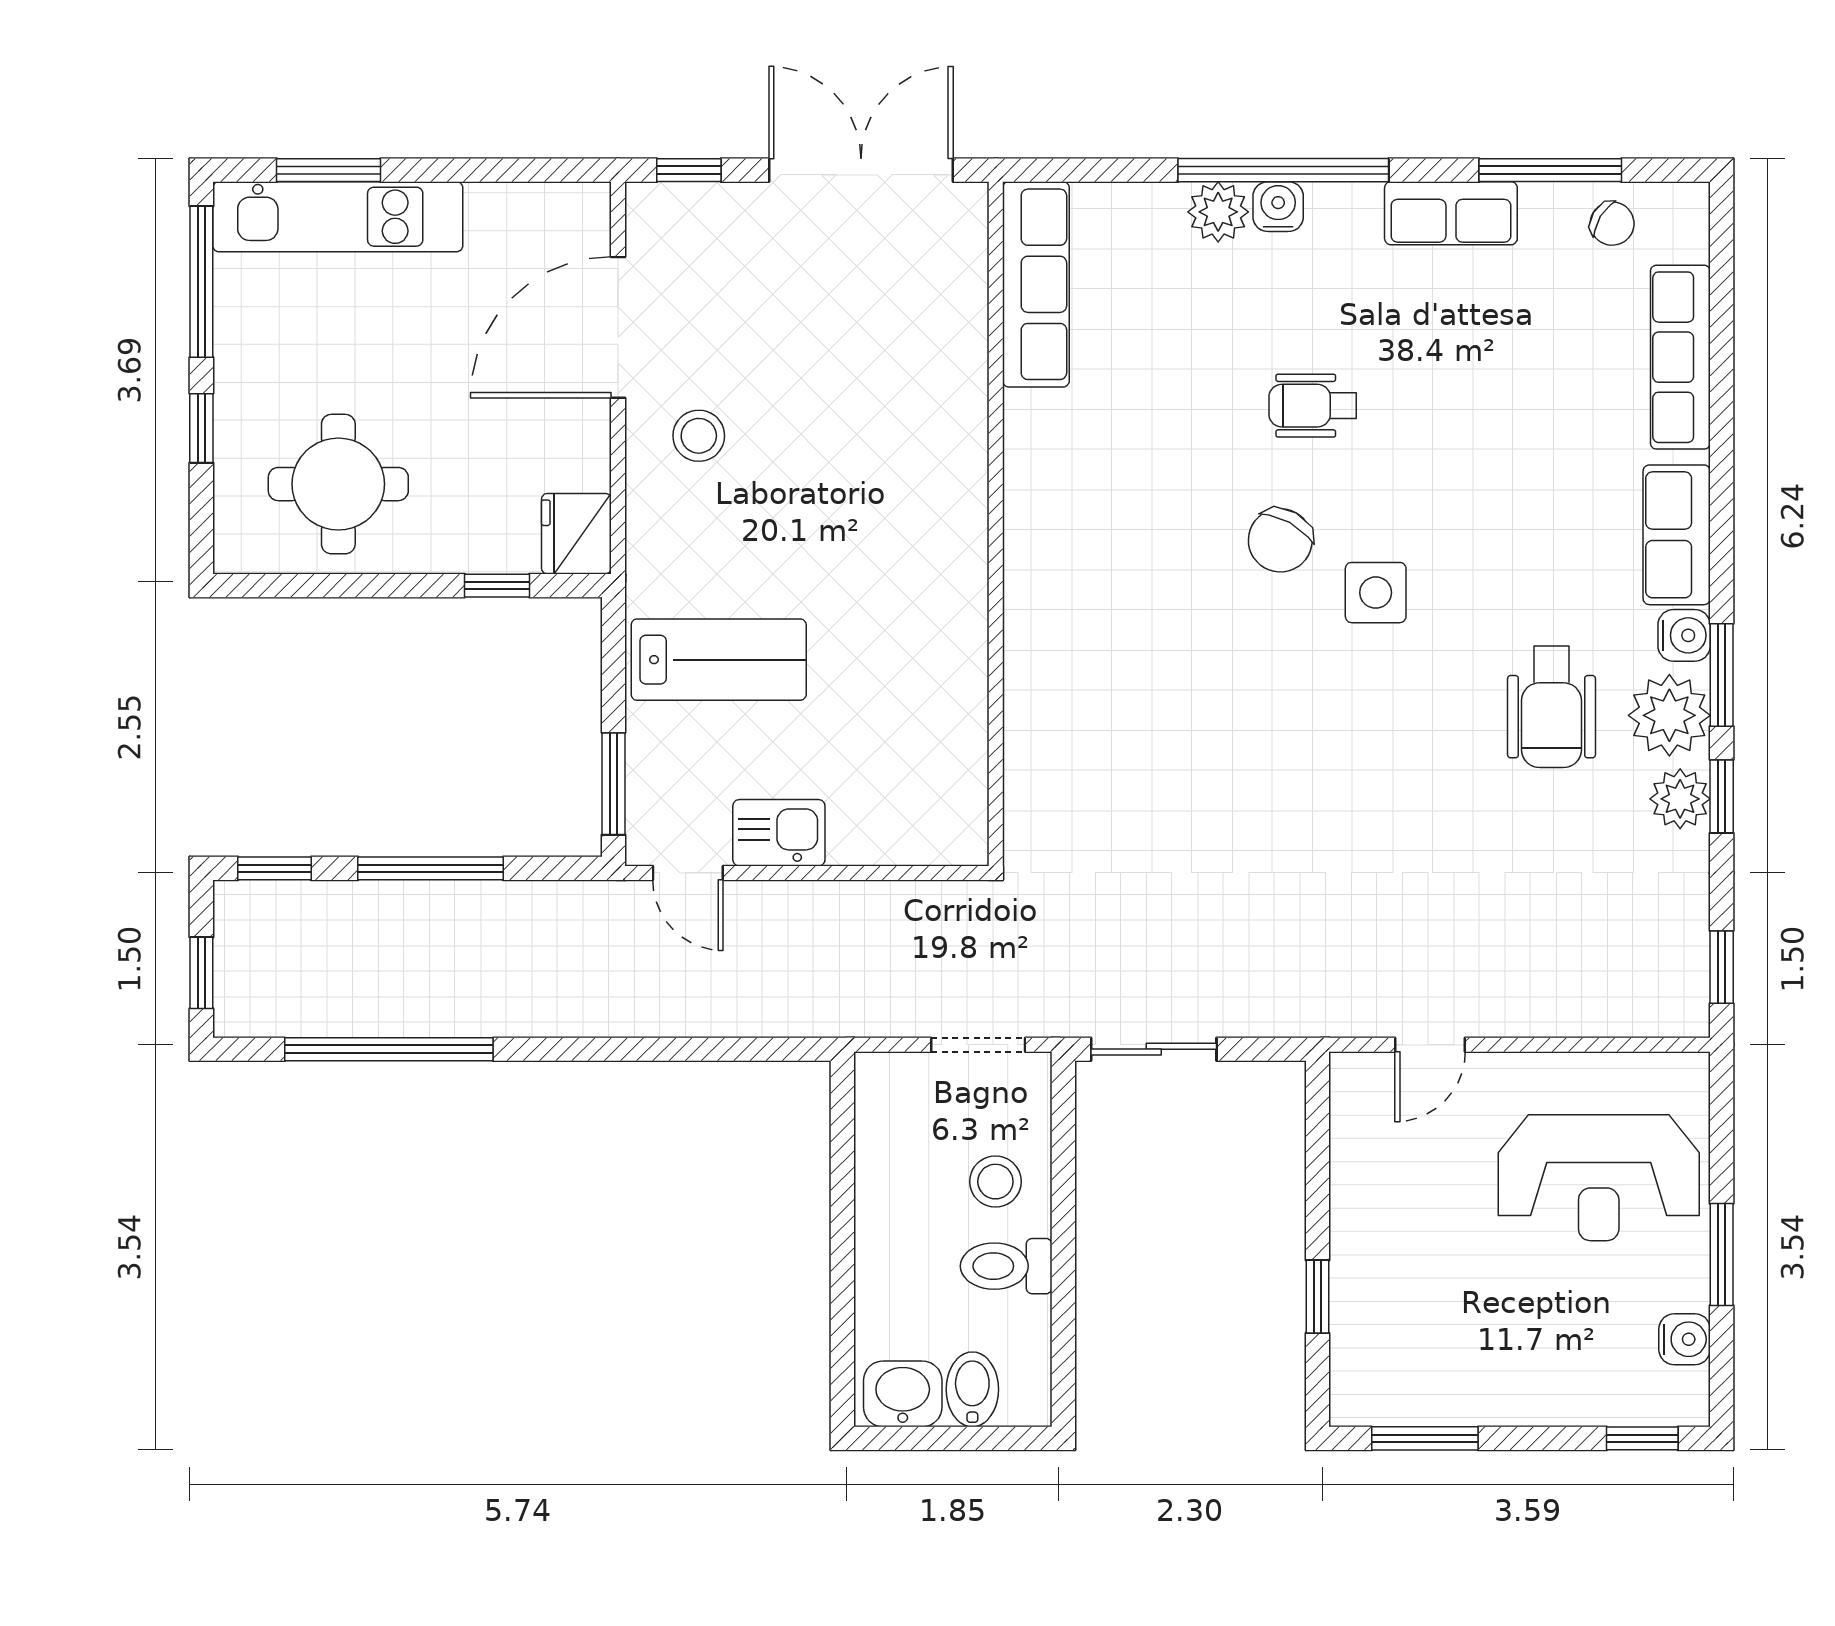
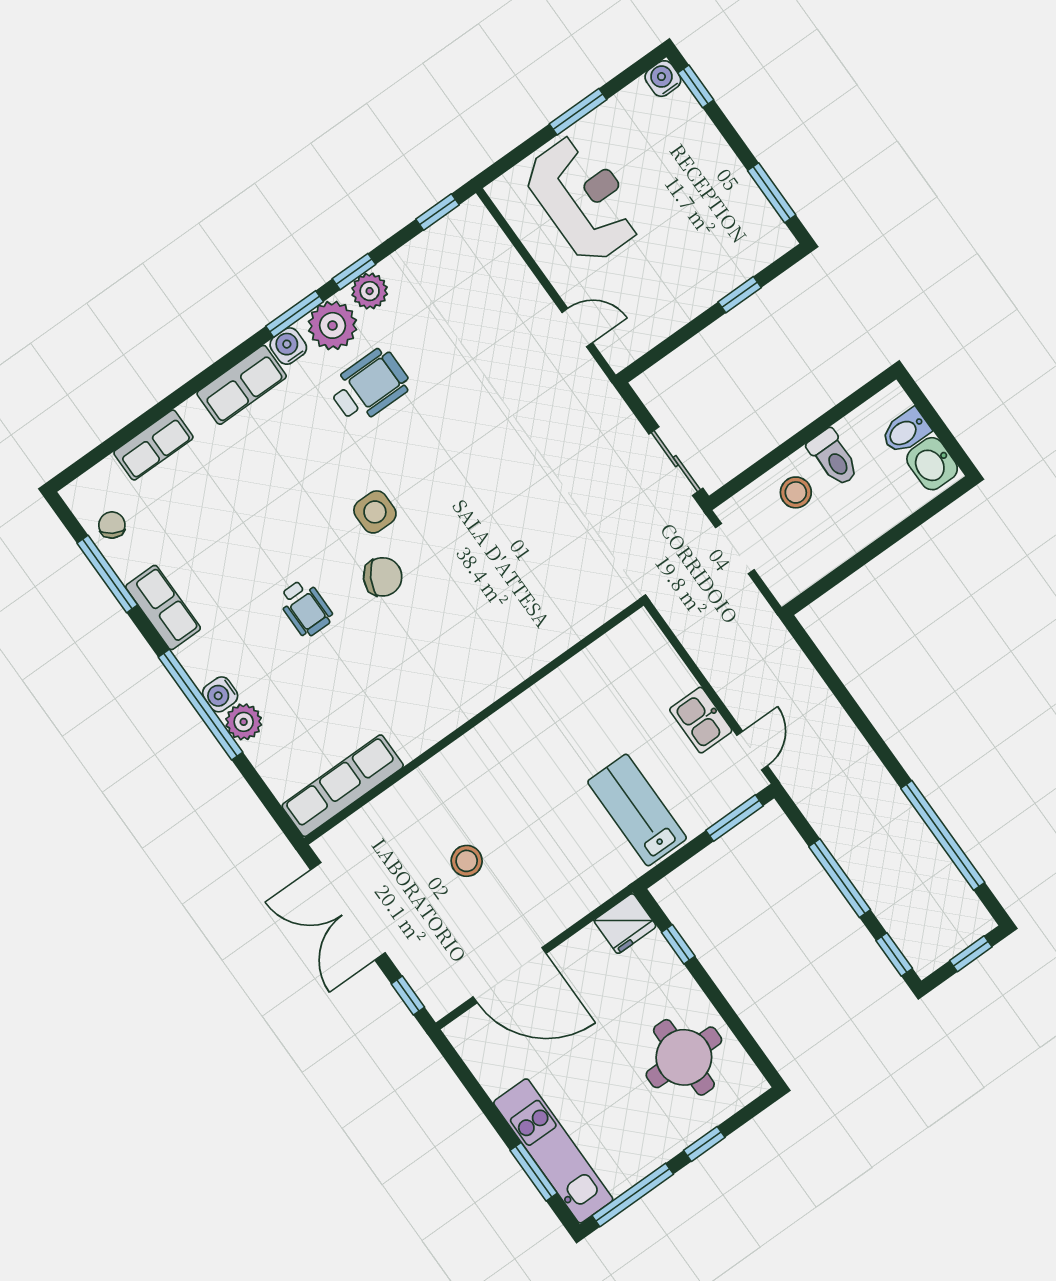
row of seats: (1680, 357) -> (153, 445), width x0.68
stool: (699, 436) -> (467, 861), moved
water cooler: (1685, 1339) -> (663, 79), moved

